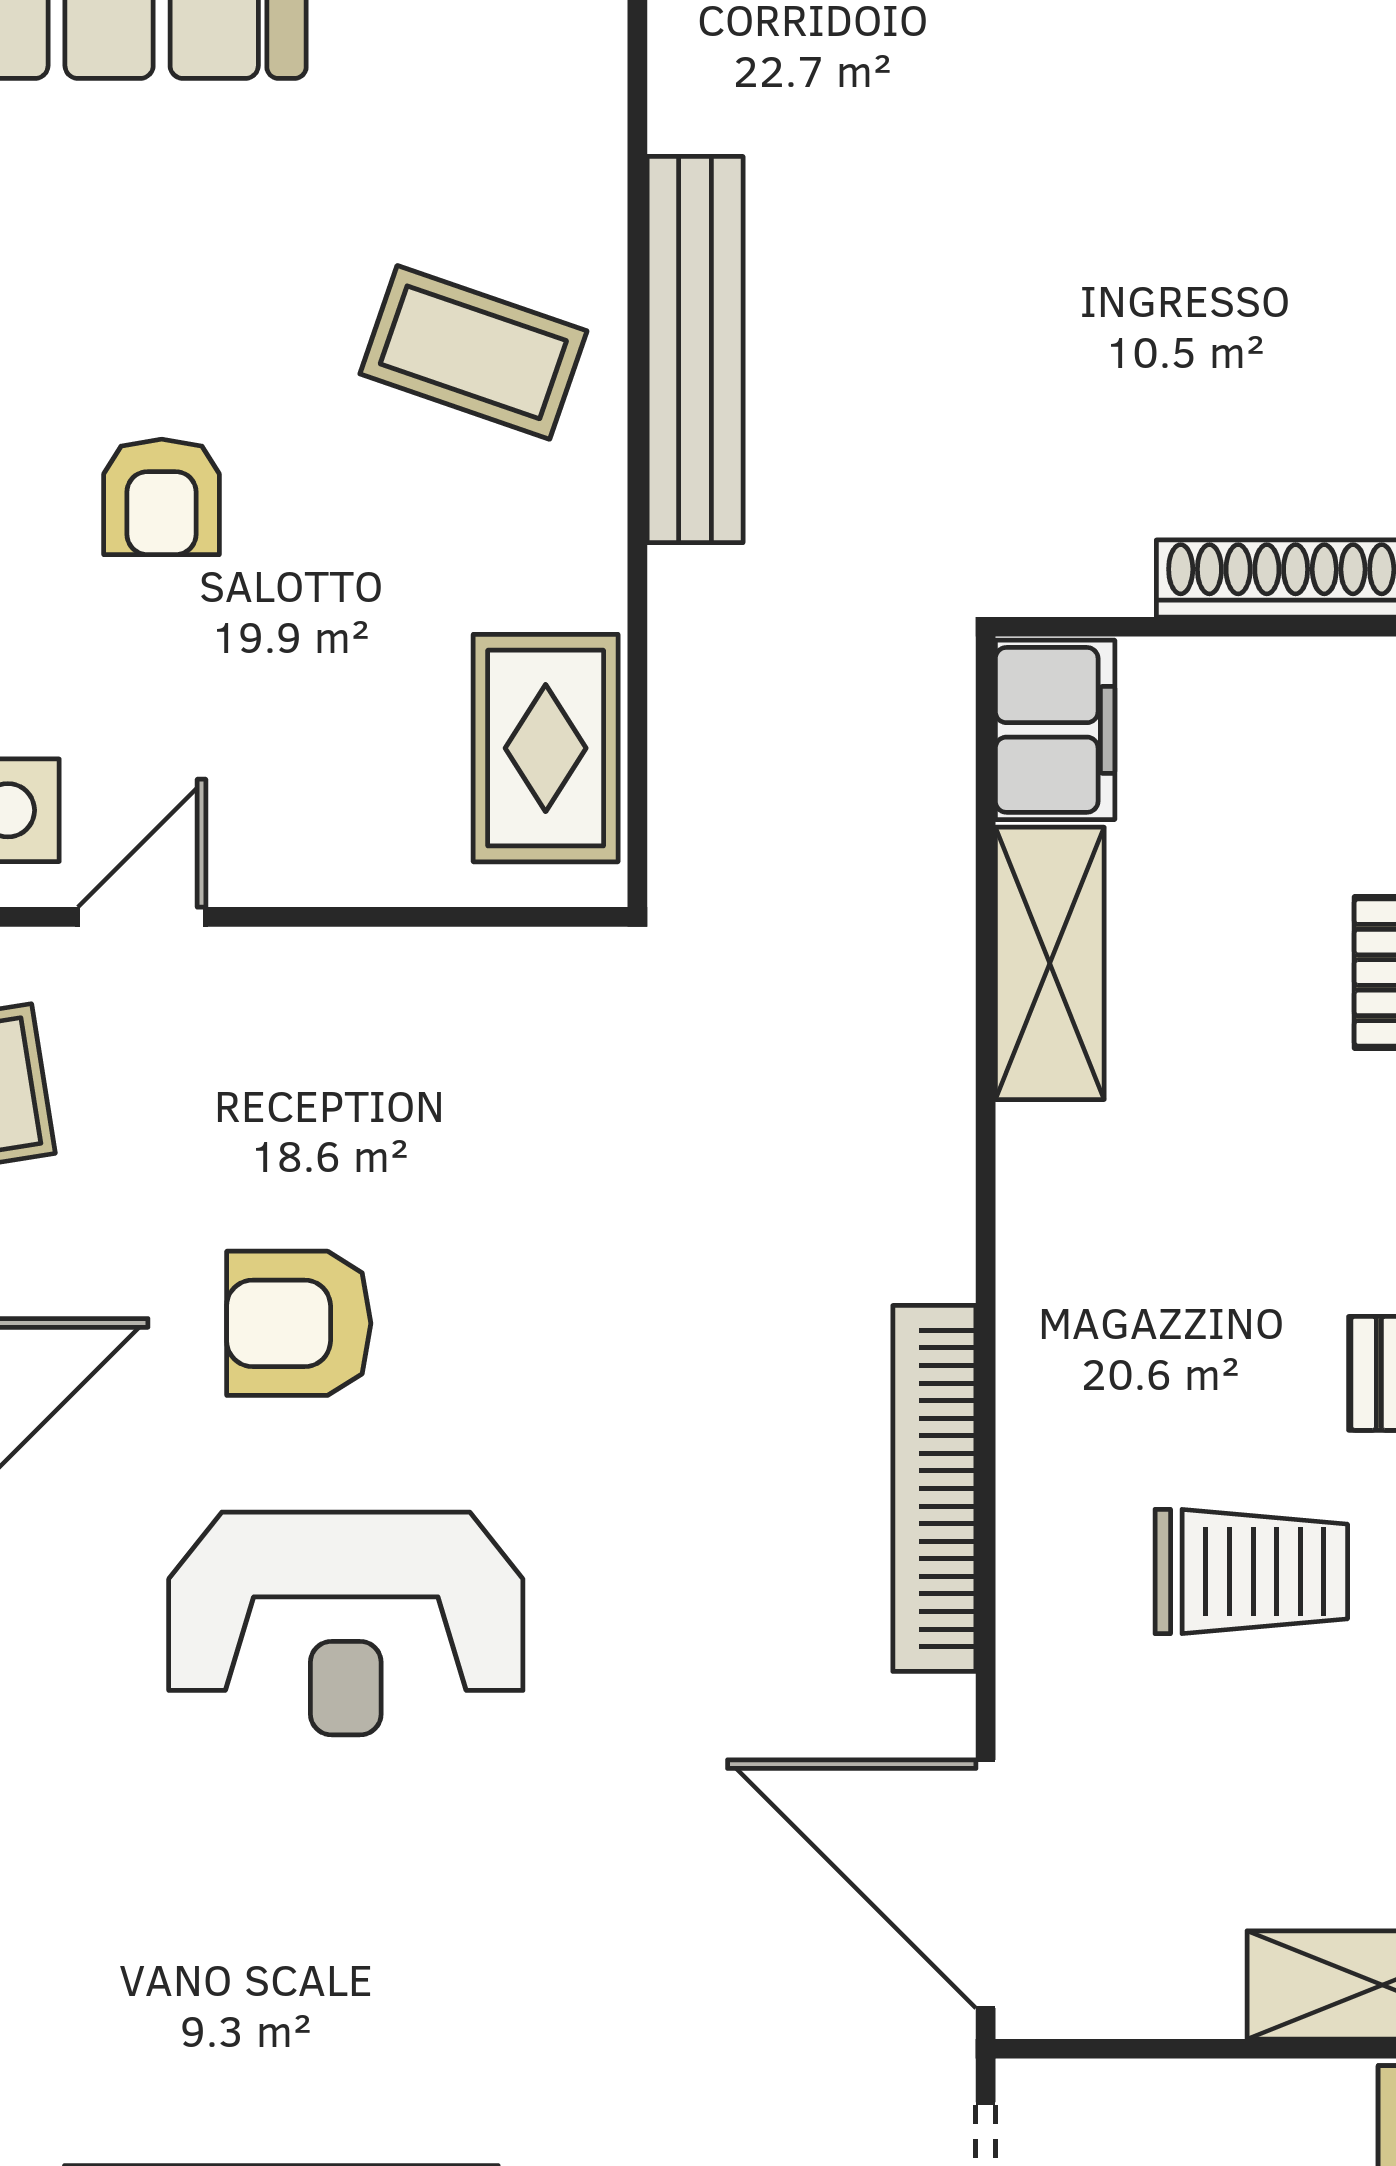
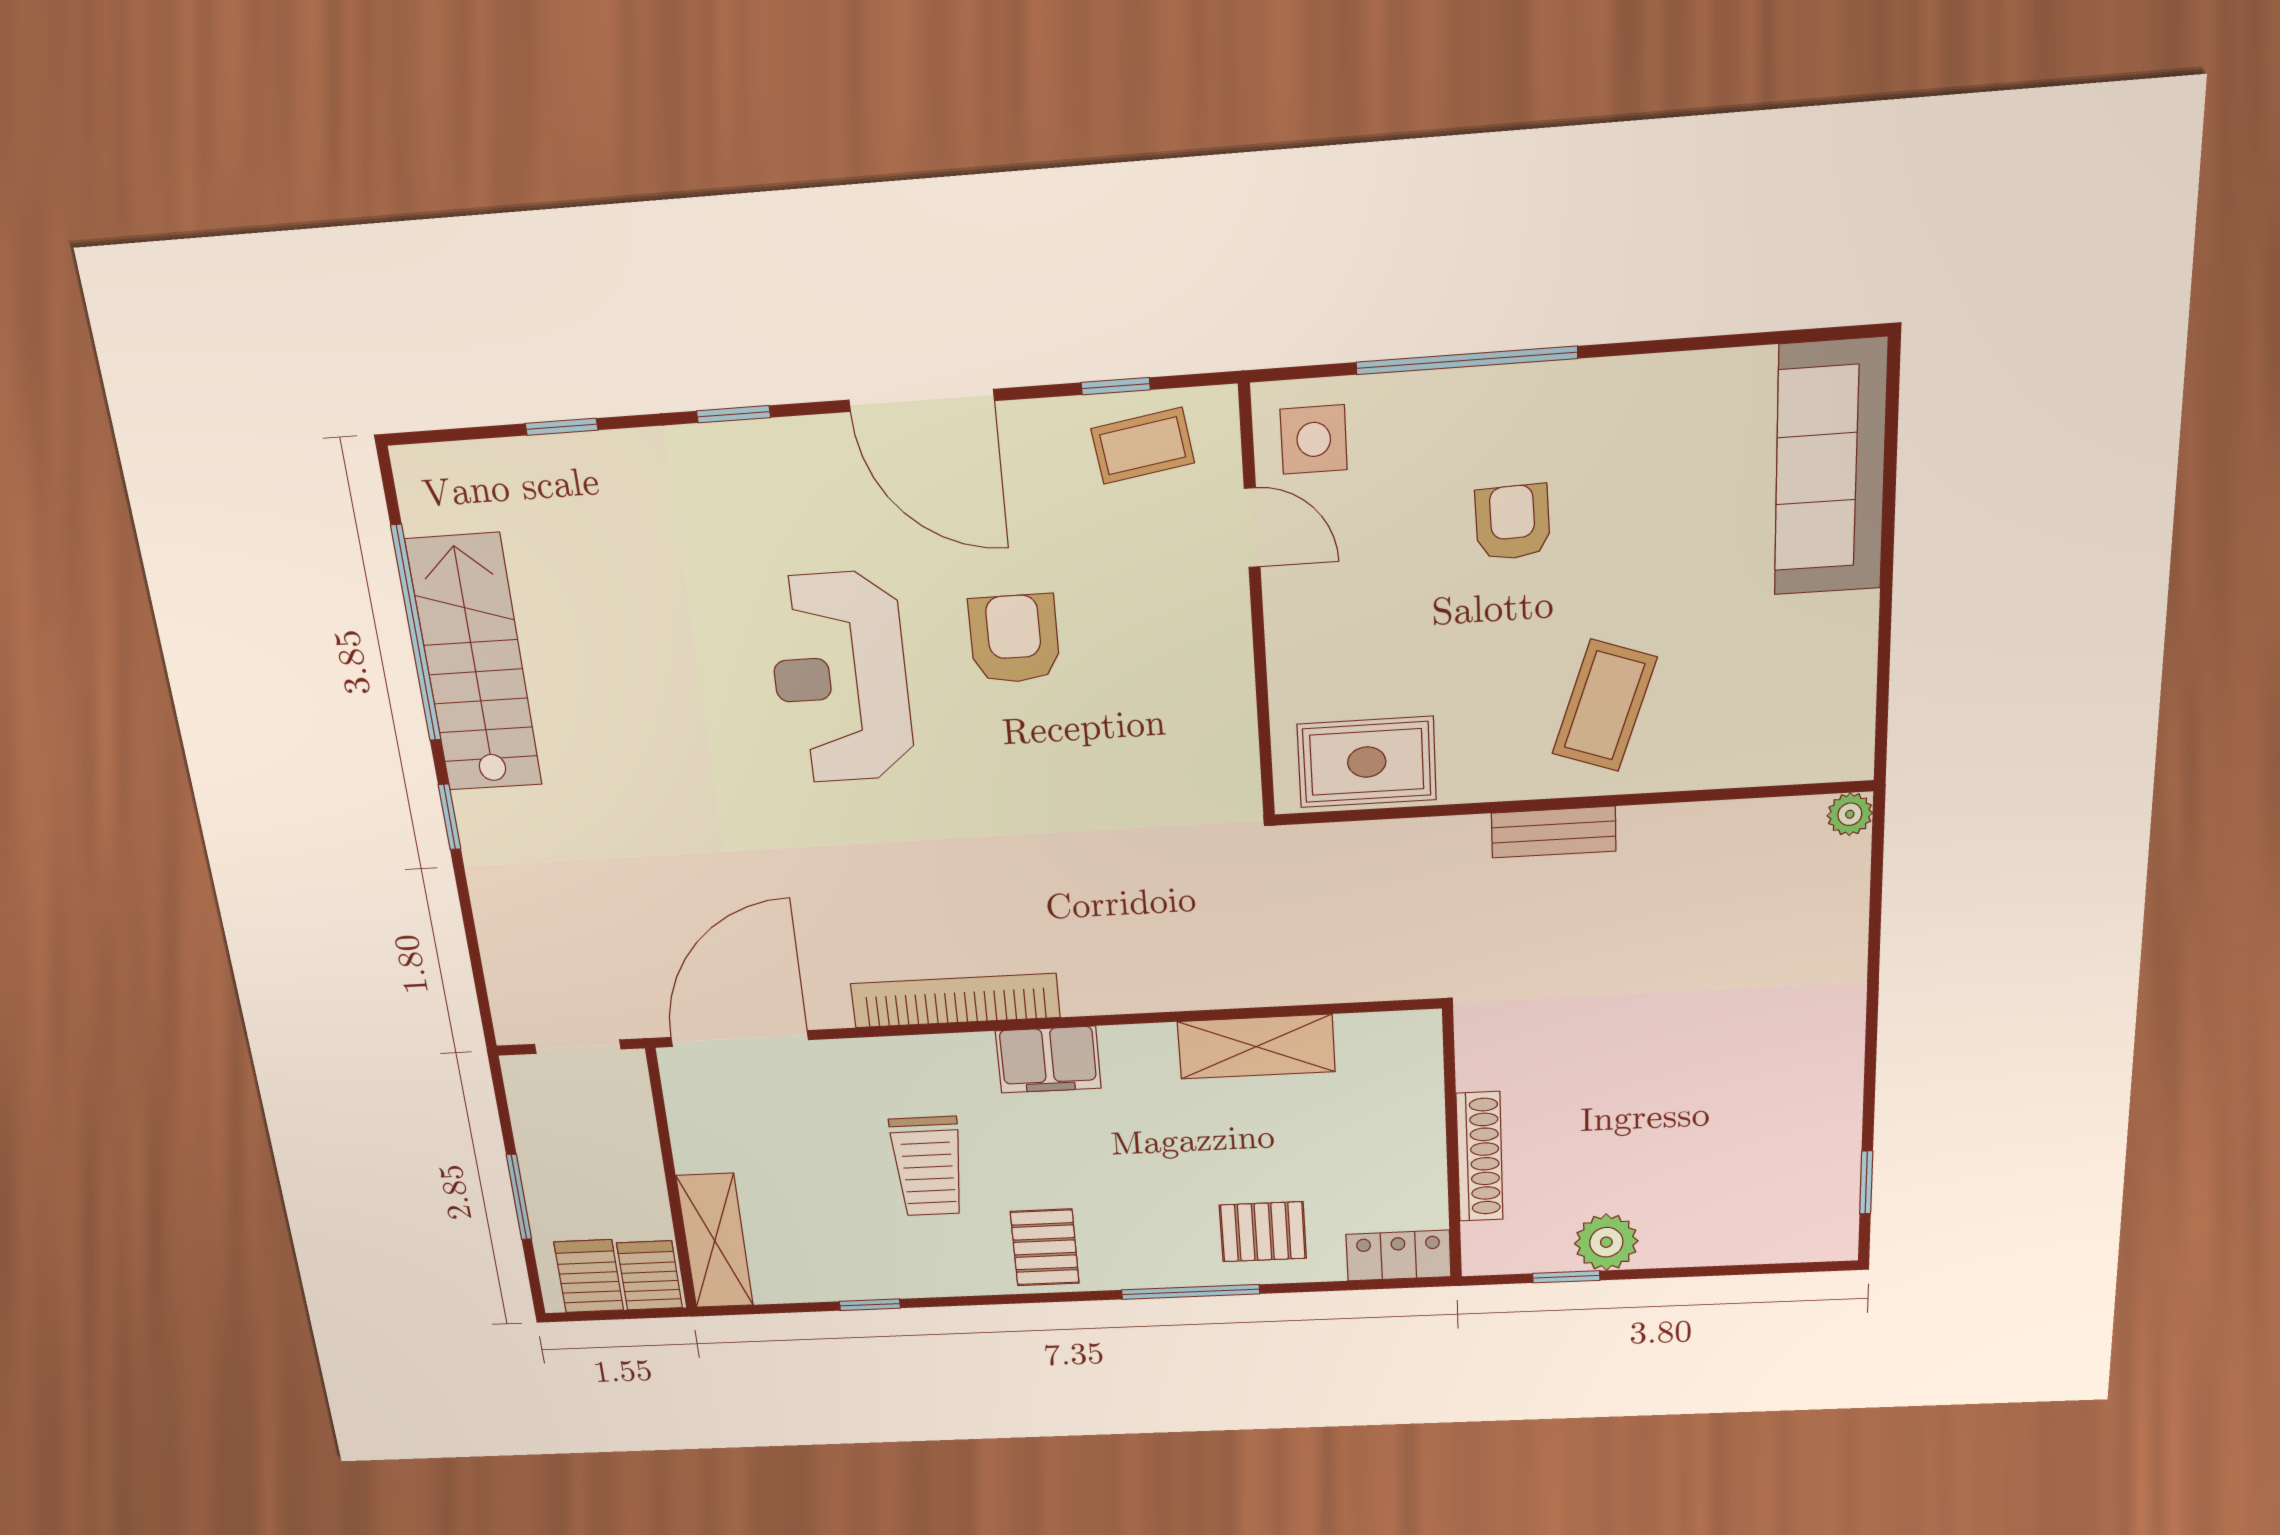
bench: (695, 350) -> (1554, 832), width x0.54, depth x0.82
armchair: (162, 497) -> (1513, 522), turned 88
filing cabinet: (1055, 730) -> (1048, 1060), moved

